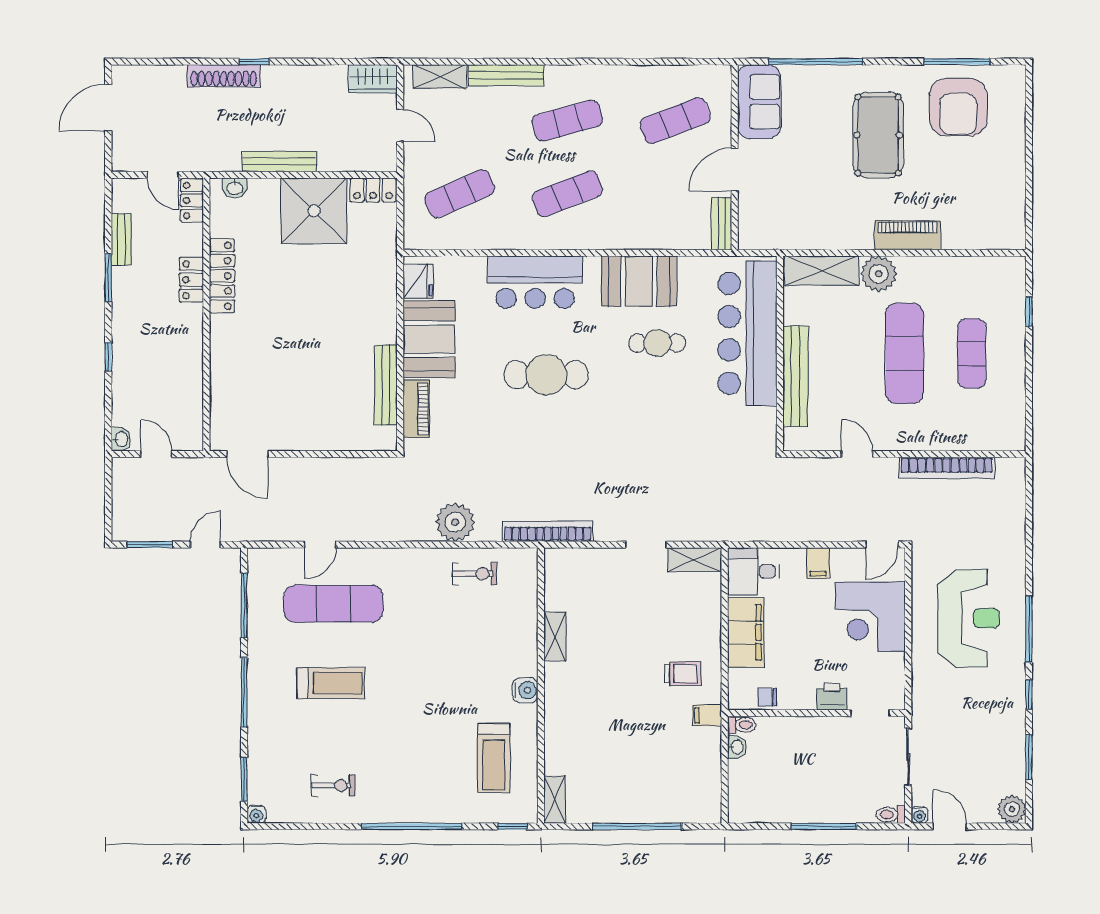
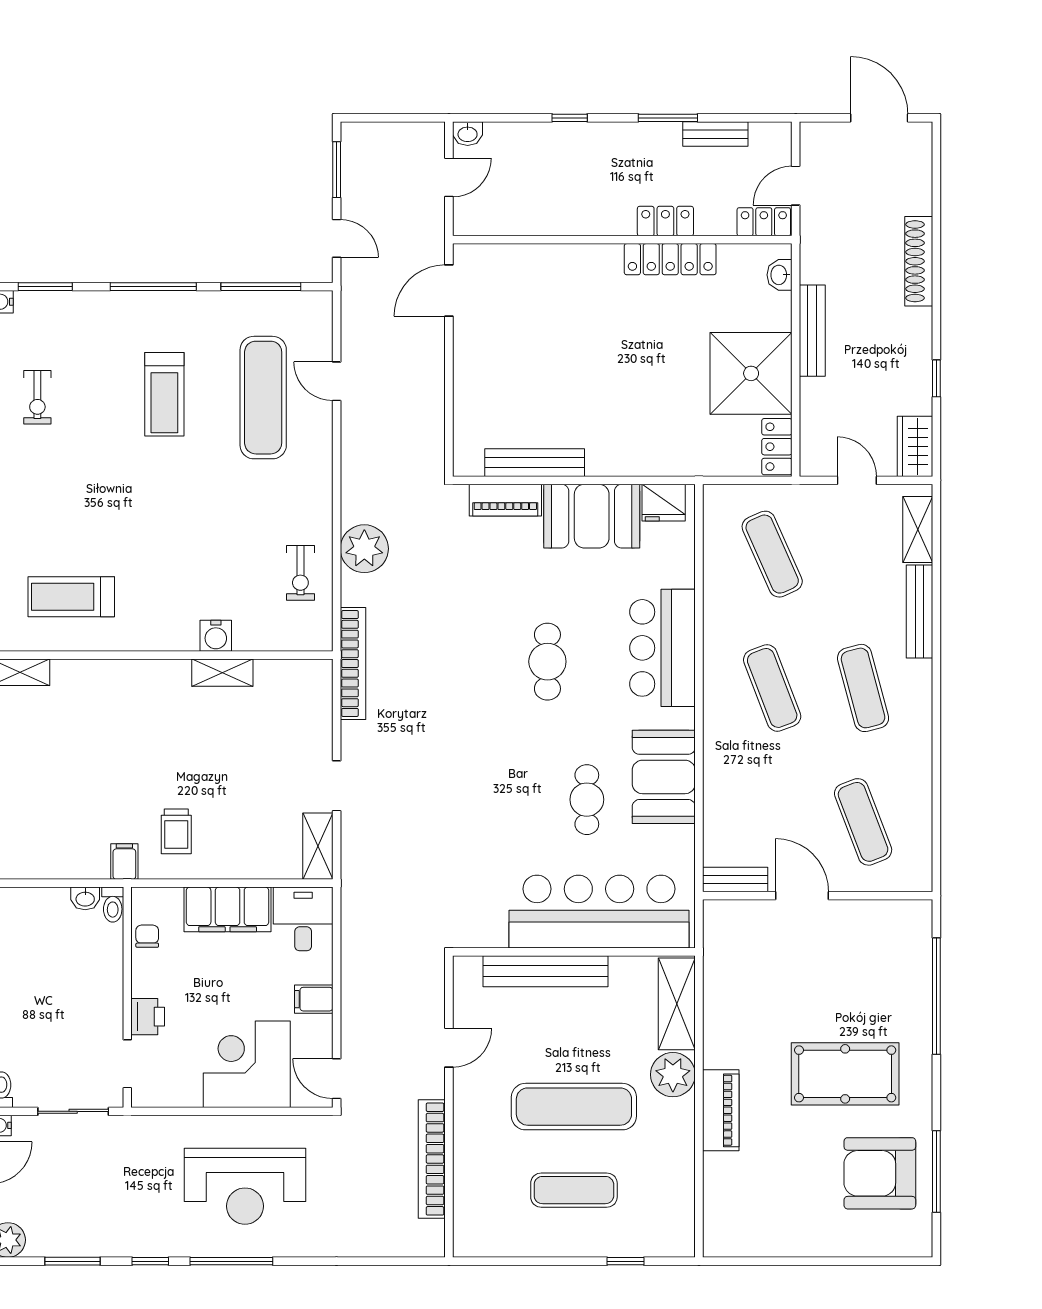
window: (254, 62) -> (936, 378), moved
sofa: (759, 102) -> (886, 926), removed
door: (400, 126) -> (857, 480), swing flipped
cafe table: (546, 375) -> (547, 662), width x0.73, depth x0.74
water cooler: (525, 690) -> (216, 636), moved

